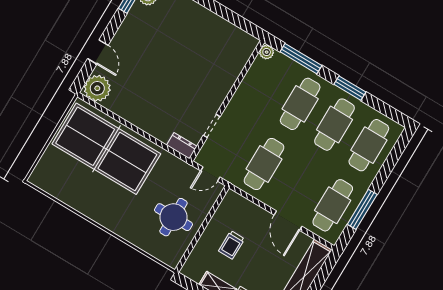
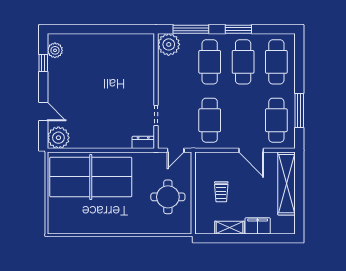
plant: (267, 52) -> (169, 44), width x1.88, depth x1.88

